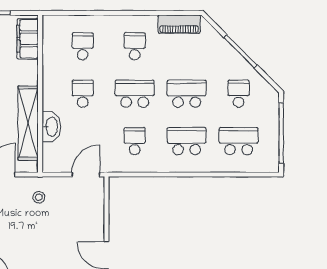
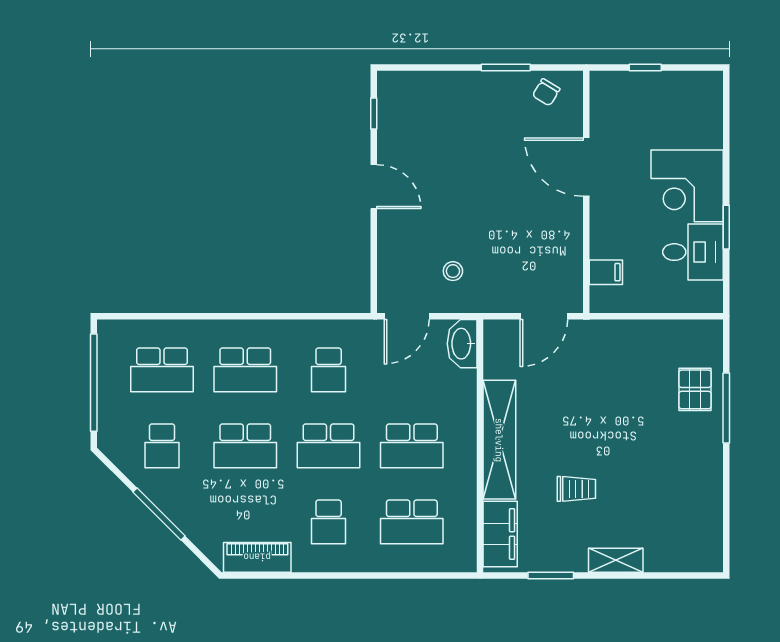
school desk: (83, 46) -> (412, 522), width x1.85
school desk: (83, 94) -> (412, 446), width x1.85
shelving: (28, 123) -> (499, 440), moved
washbasin: (51, 127) -> (462, 344), moved
stool: (39, 197) -> (453, 271), moved

